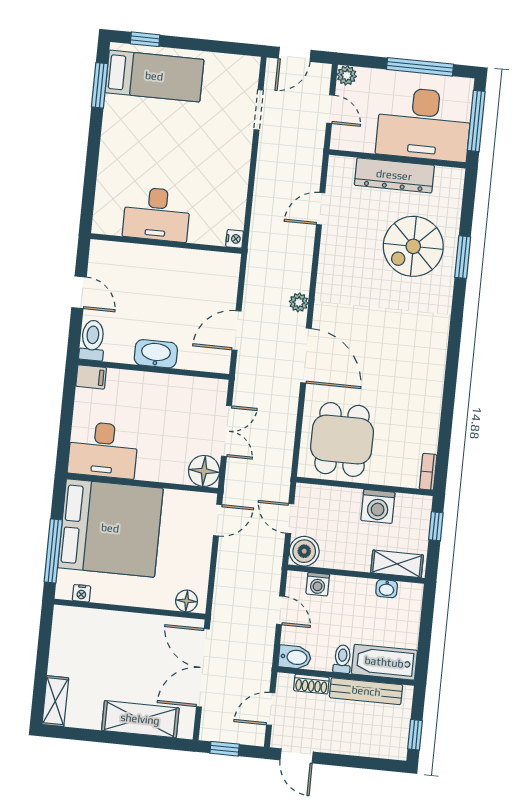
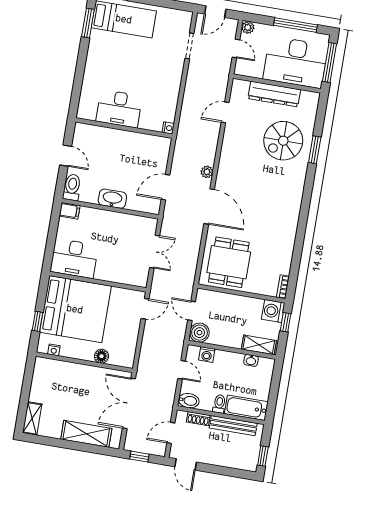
floor lamp: (204, 471) -> (138, 276), removed
washing machine: (378, 506) -> (273, 311), moved, turned 90
window: (53, 551) -> (37, 321), width x0.46
floor lamp: (187, 601) -> (101, 356), moved

